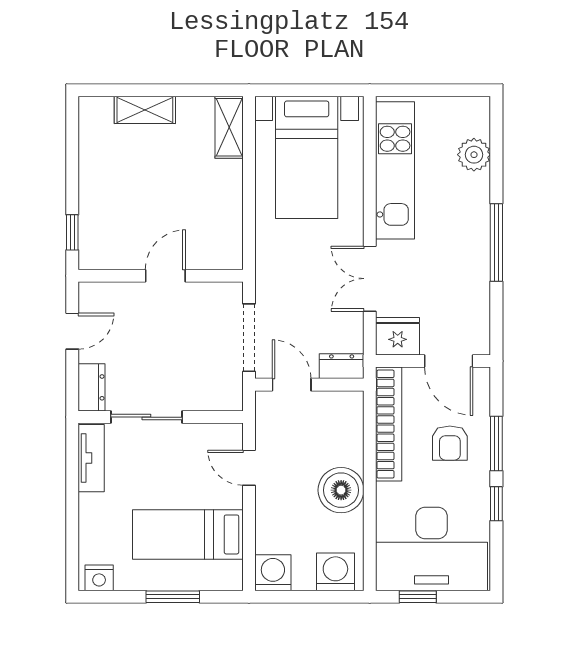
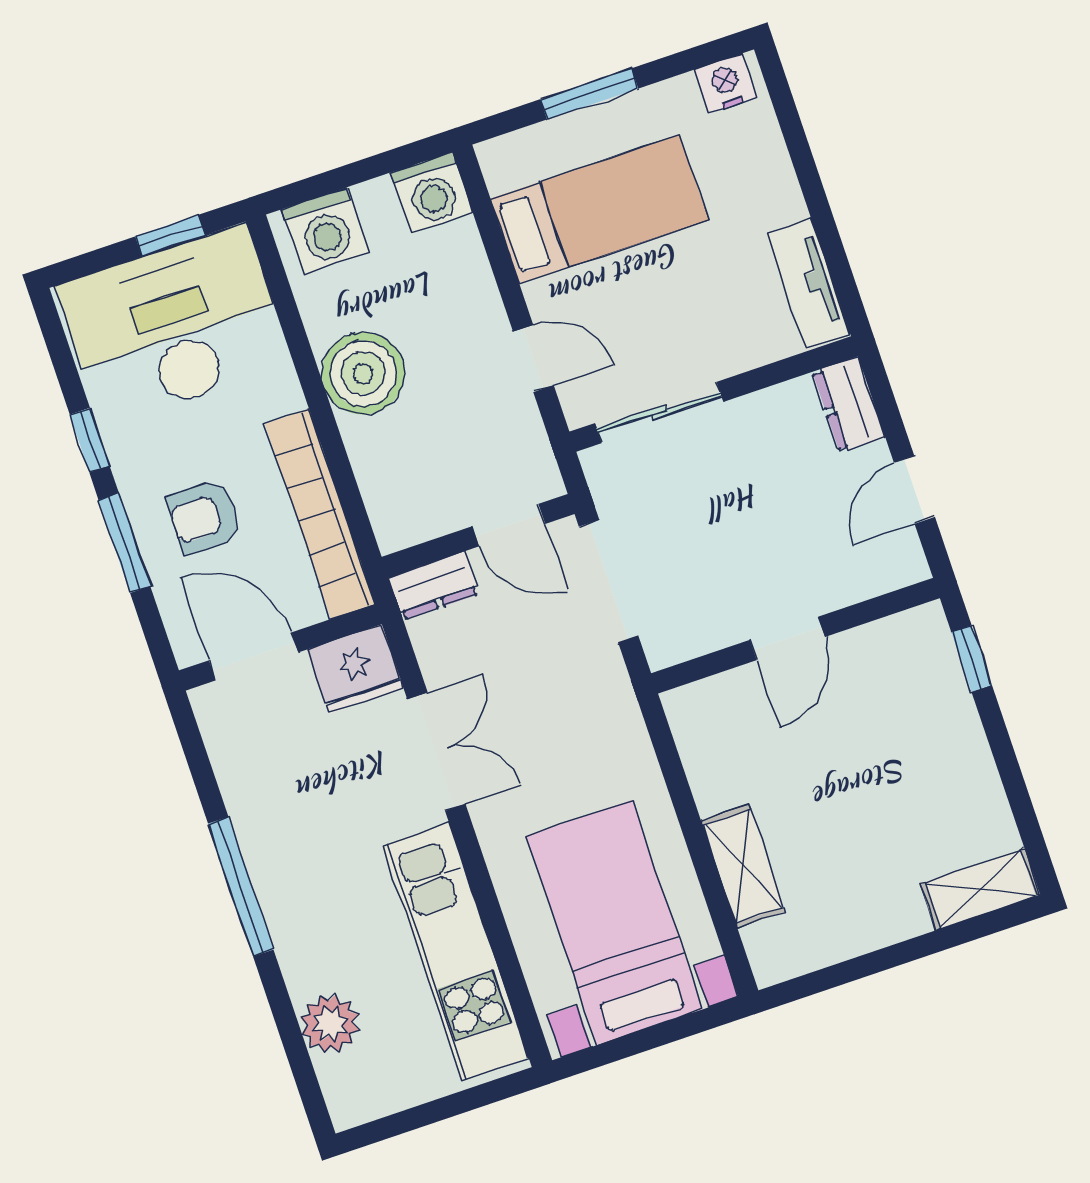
shelving: (145, 110) -> (980, 889), moved
shelving: (229, 127) -> (743, 866), moved
sliding door: (146, 417) -> (659, 412), moved
armchair: (450, 443) -> (204, 517), turned -90

